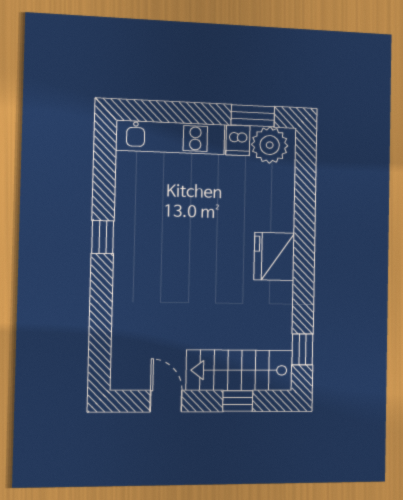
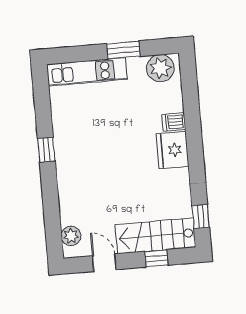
window: (253, 116) -> (123, 50), moved
dishwasher: (238, 140) -> (174, 122), moved, turned 90
plant: (124, 360) -> (71, 236), added

